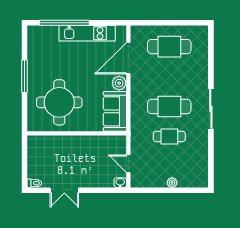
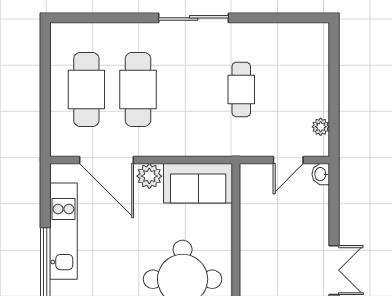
cafe table: (169, 106) -> (138, 90), moved
plant: (172, 182) -> (321, 127), moved

